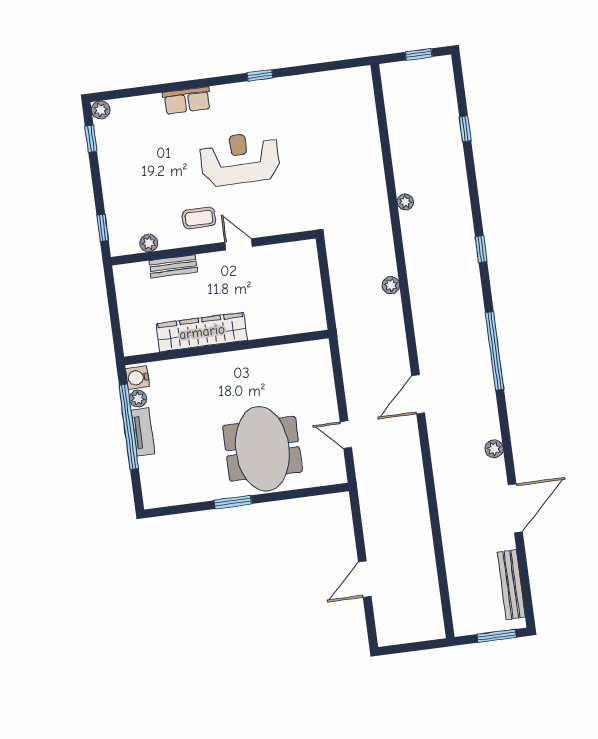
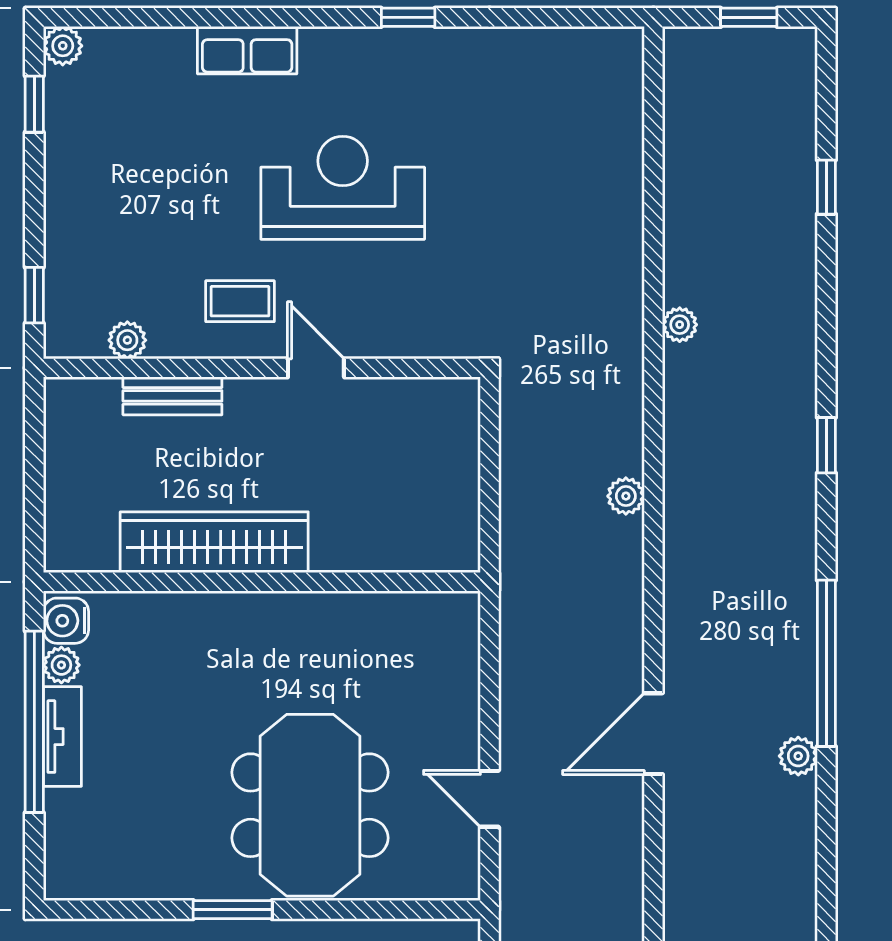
plant: (494, 449) -> (798, 756), moved

